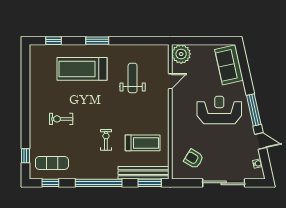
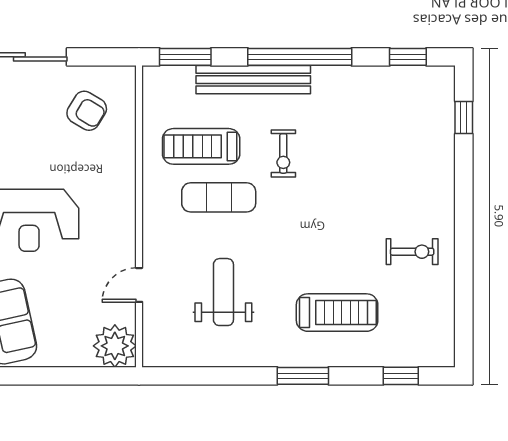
treadmill: (82, 69) -> (337, 313), width x0.73, depth x0.73
weight bench: (133, 78) -> (223, 292), turned 180
exercise bike: (61, 119) -> (412, 252), moved
exercise mat: (52, 163) -> (219, 197), moved
bench: (144, 173) -> (253, 80), moved

